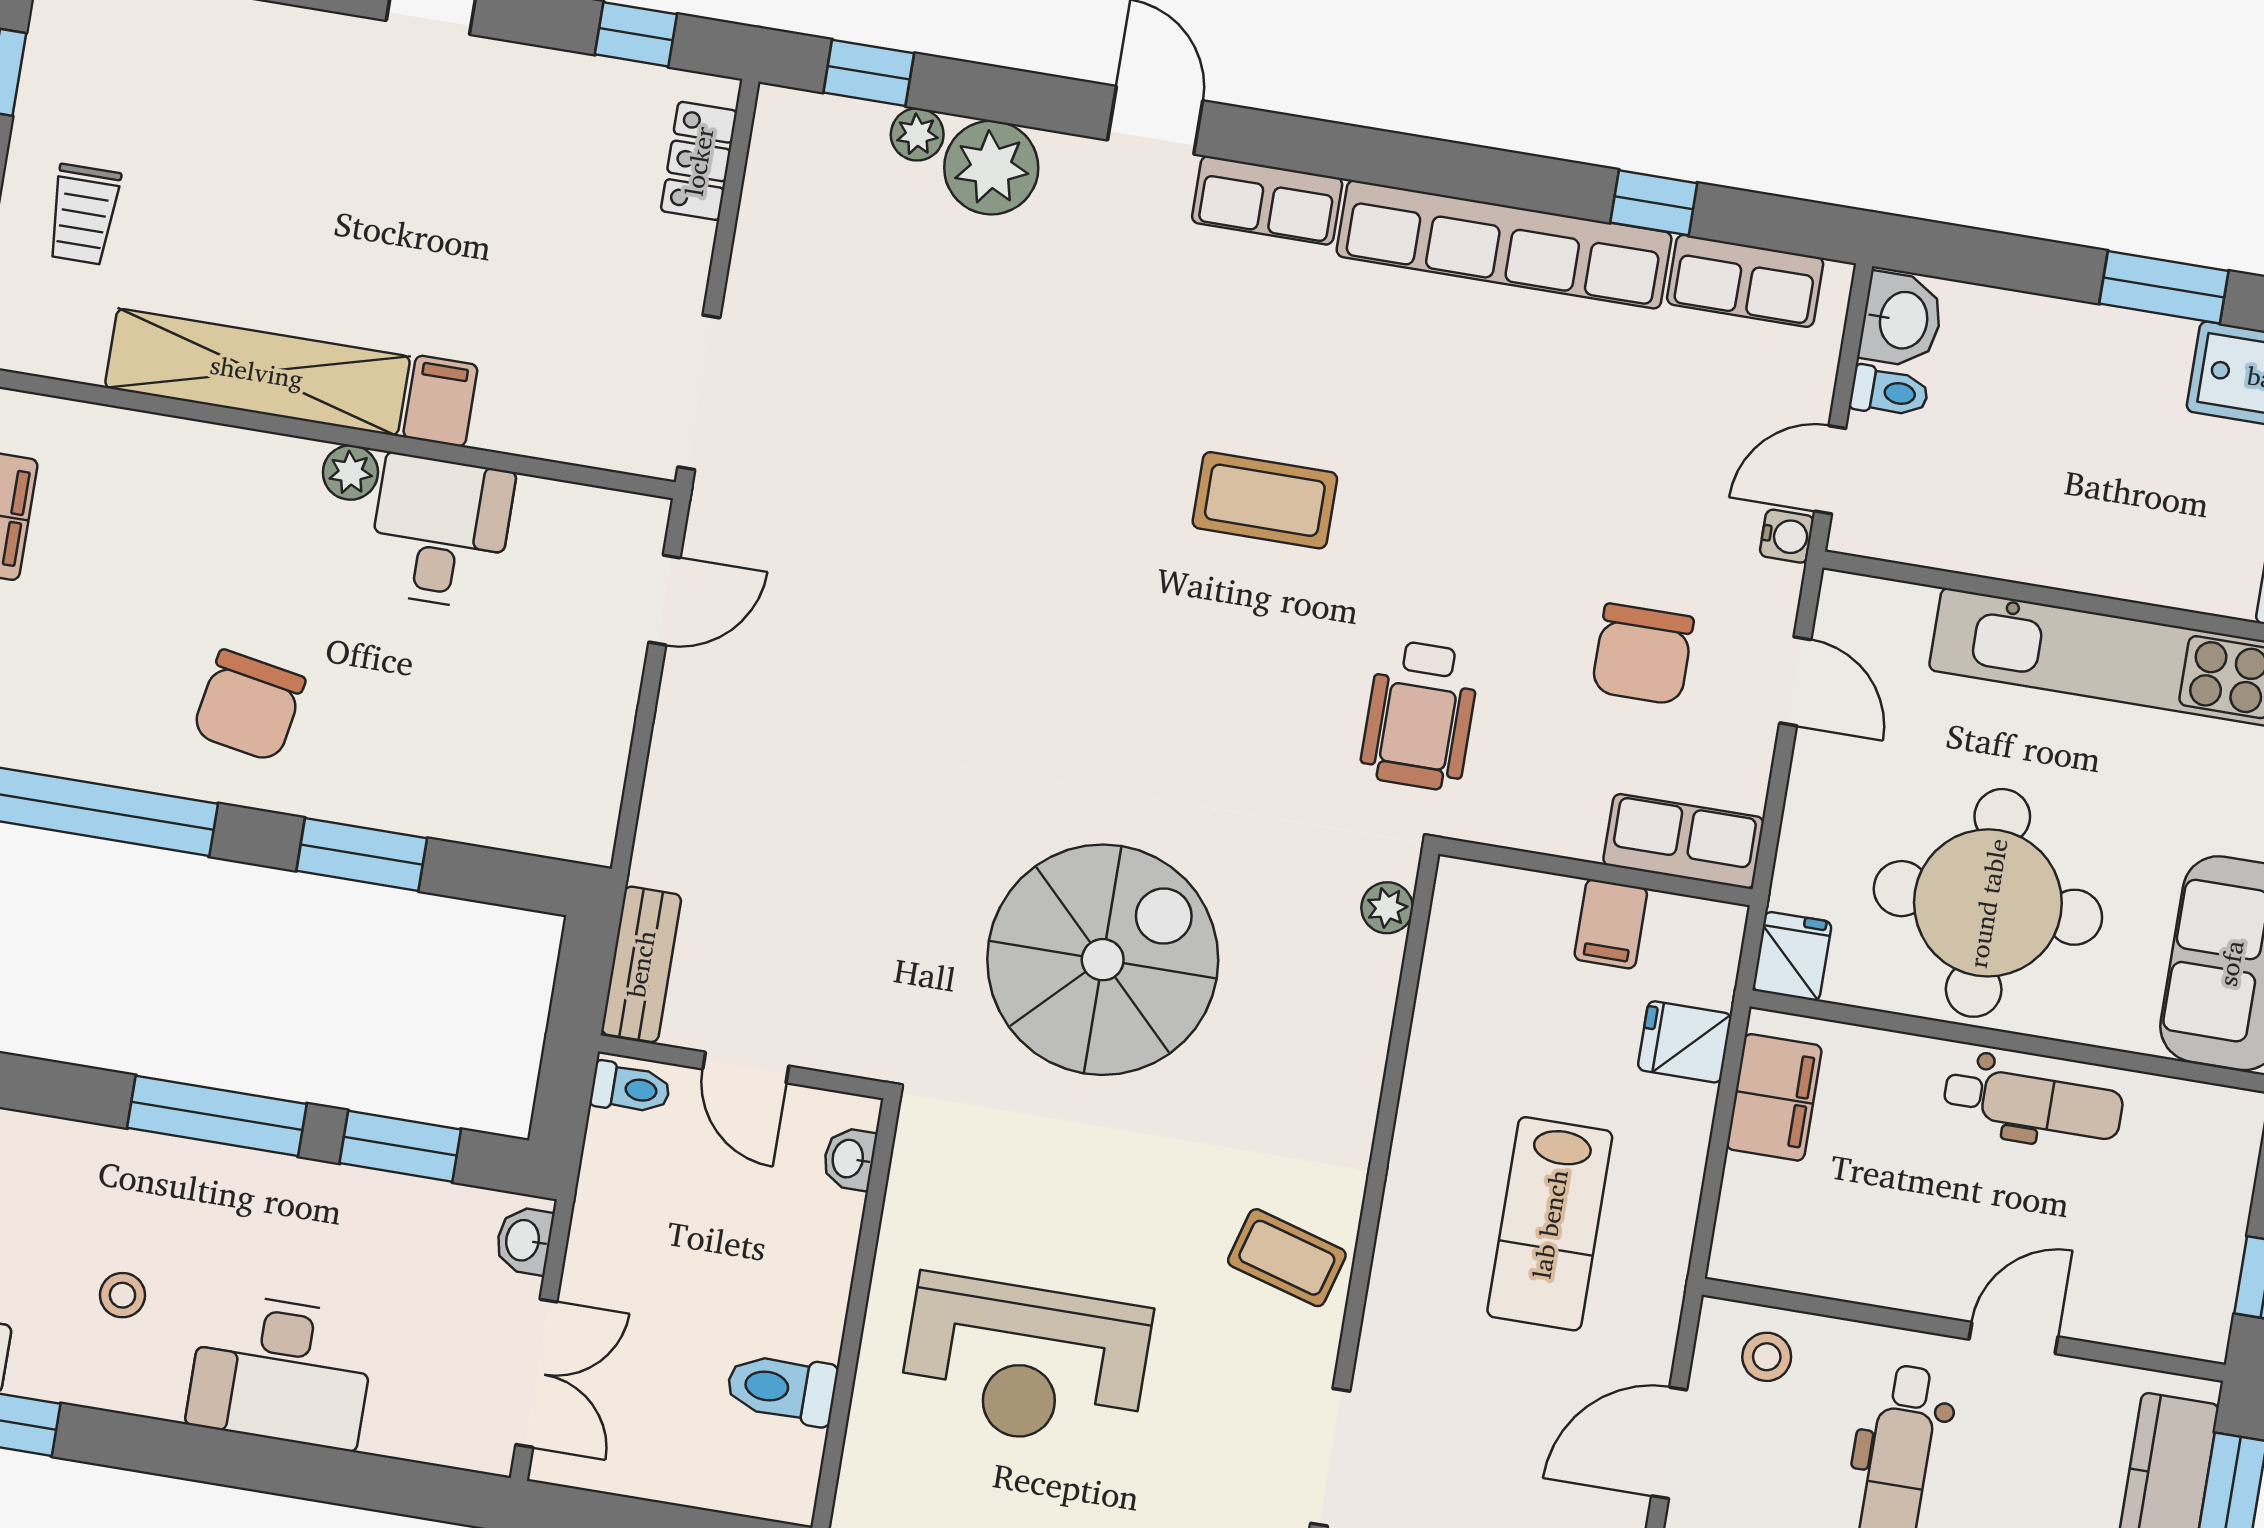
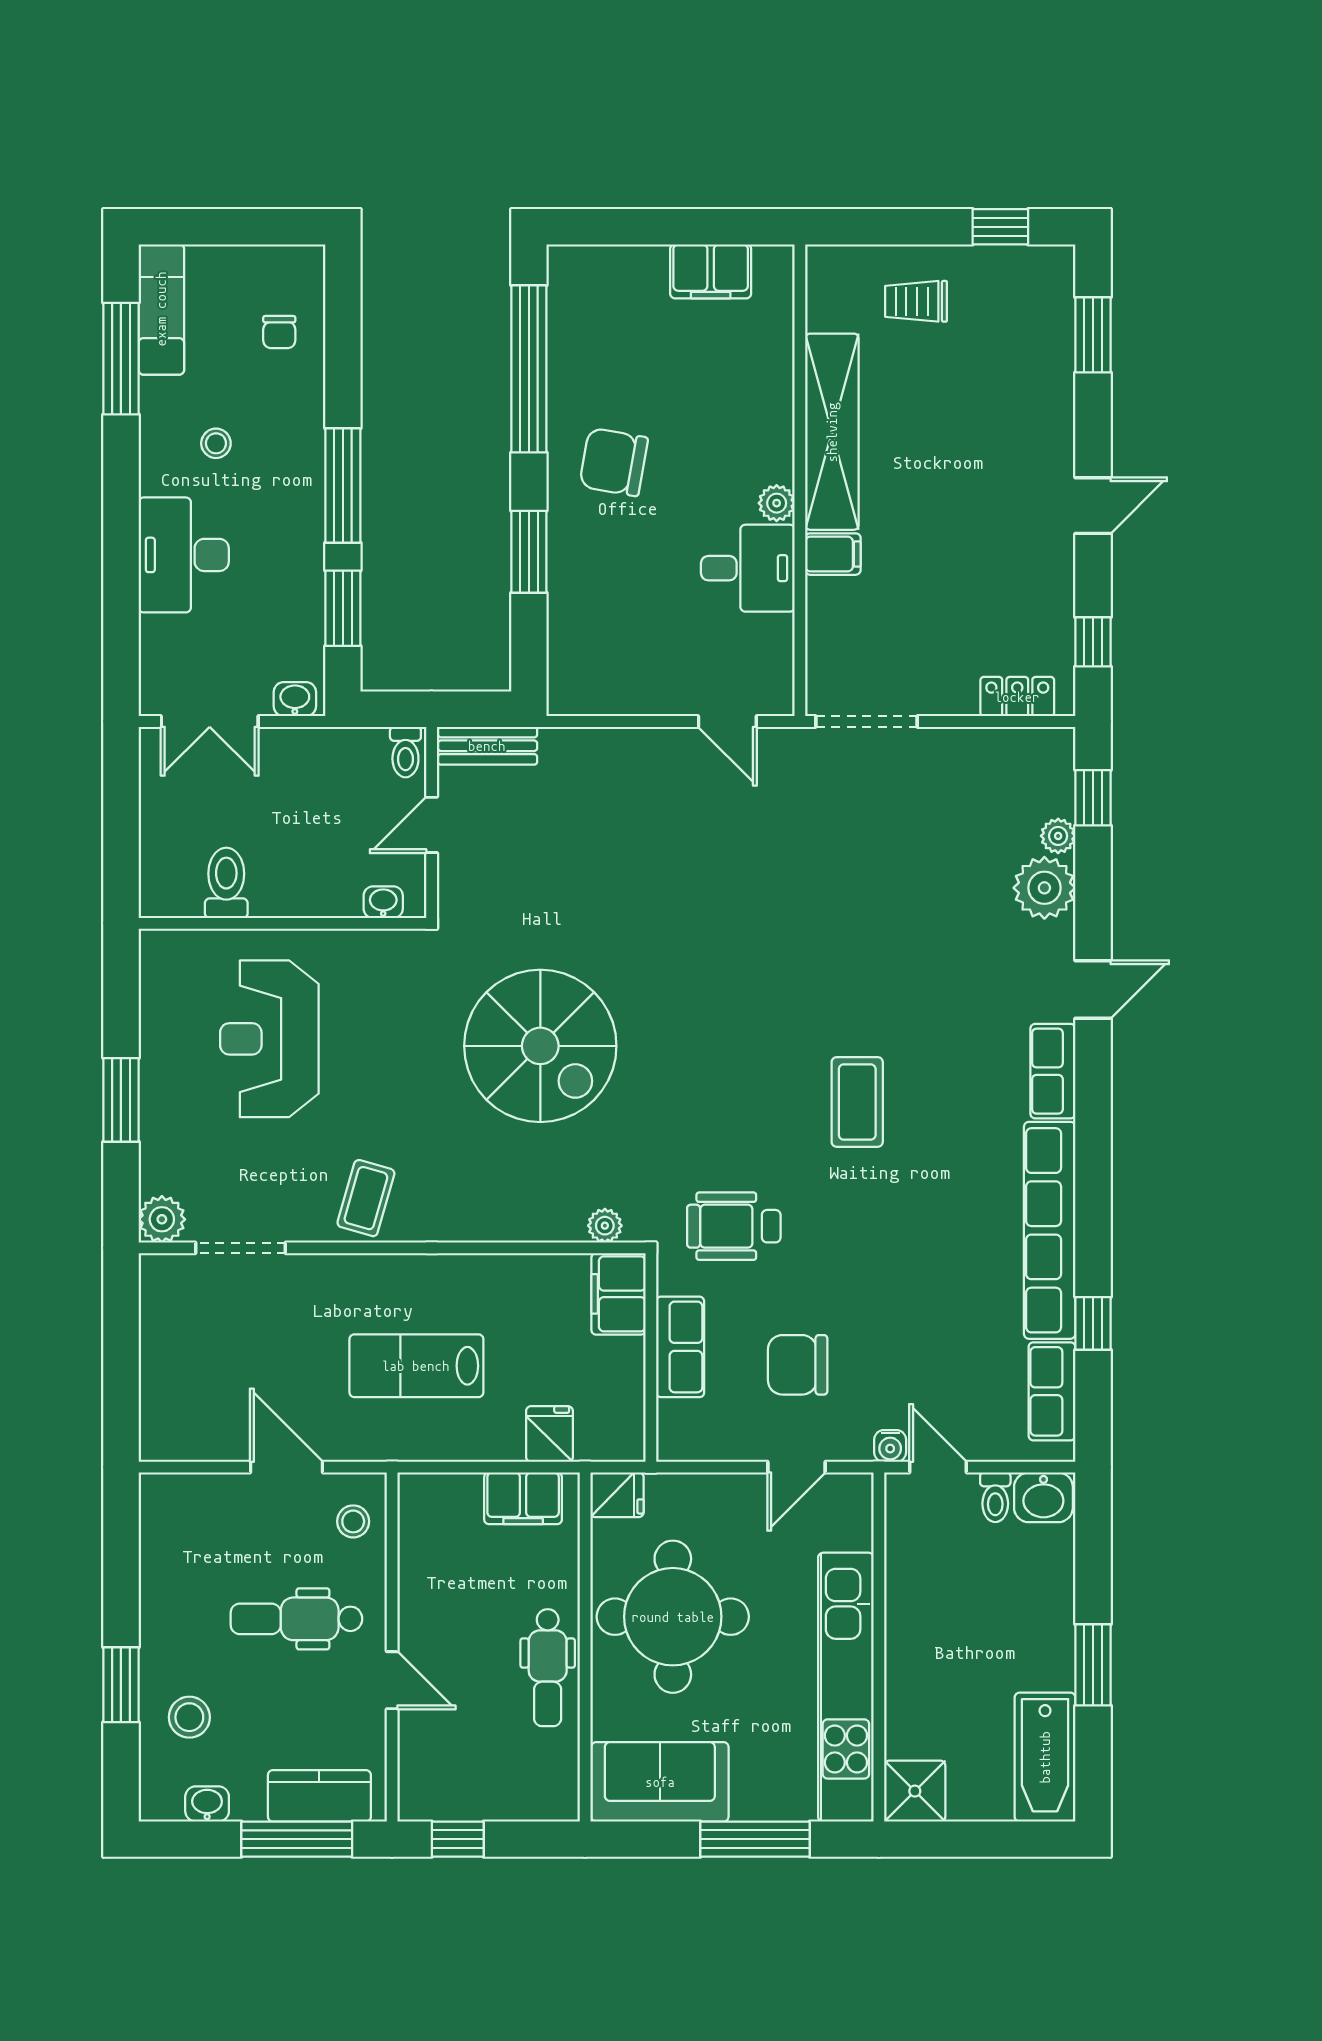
row of seats: (1683, 841) -> (680, 1347), moved
filing cabinet: (1611, 924) -> (618, 1294), moved, width x2.00

